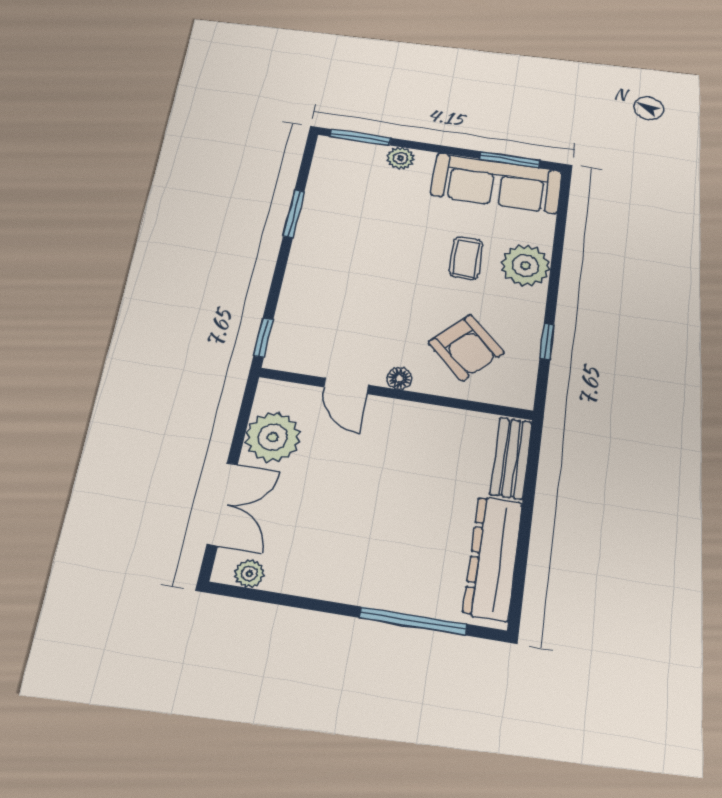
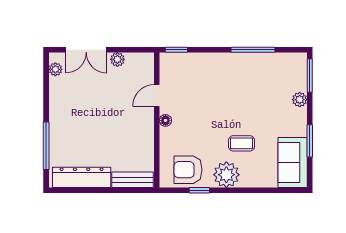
window: (510, 160) -> (310, 141), moved
sofa: (497, 183) -> (293, 163), width x0.73
window: (294, 214) -> (253, 50), width x1.44
plant: (526, 266) -> (226, 175), moved
armchair: (466, 348) -> (188, 170), moved, turned 46
plant: (273, 437) -> (117, 59), width x0.53, depth x0.53

